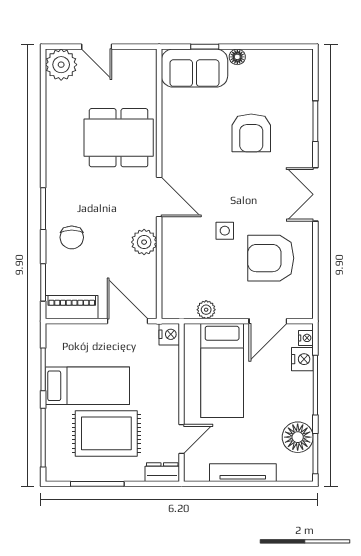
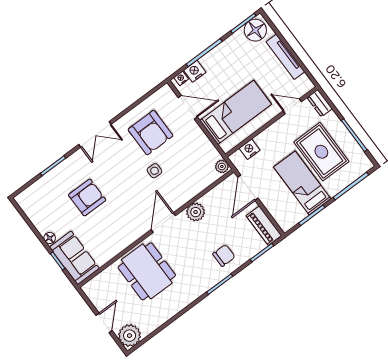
plant: (206, 310) -> (222, 166), moved
nightstand: (169, 334) -> (250, 149), moved
floor lamp: (298, 437) -> (255, 30), moved

